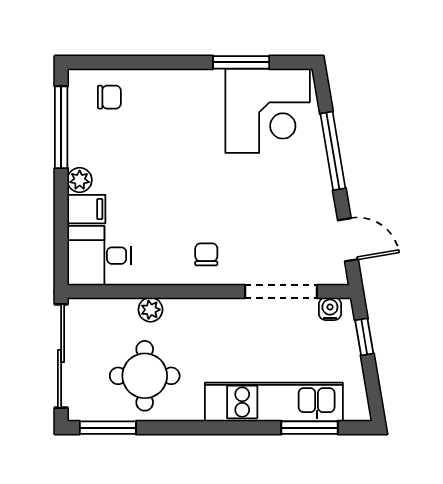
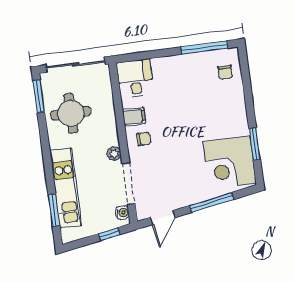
plant: (80, 180) -> (176, 62), removed
filing cabinet: (86, 209) -> (134, 117), moved, turned -90
plant: (150, 310) -> (114, 154), moved

